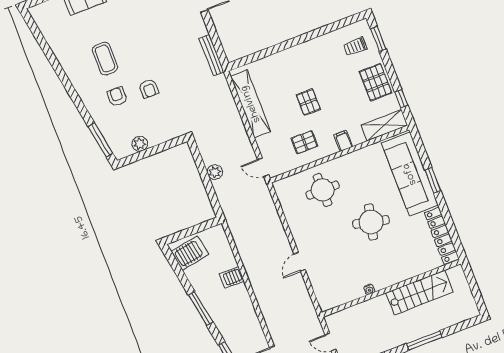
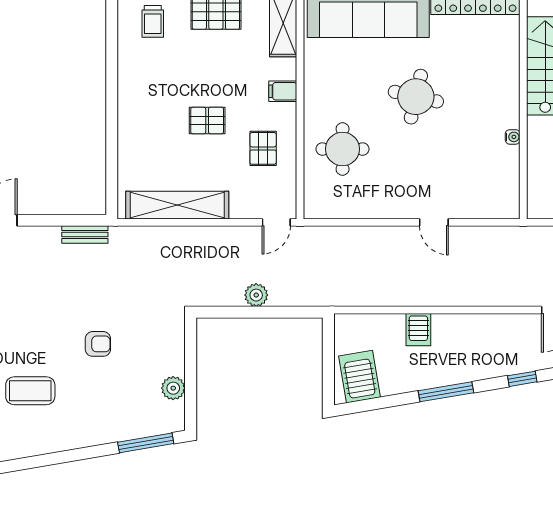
bench: (212, 55) -> (85, 234), width x0.73
armchair: (117, 97) -> (92, 395), removed

